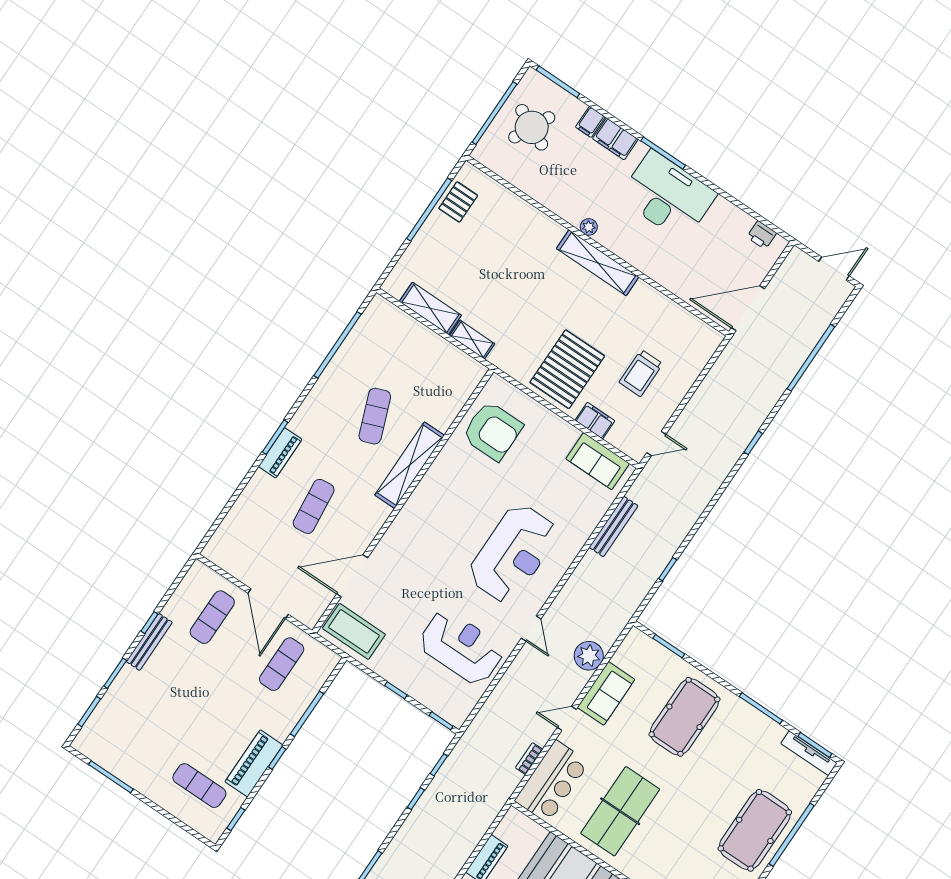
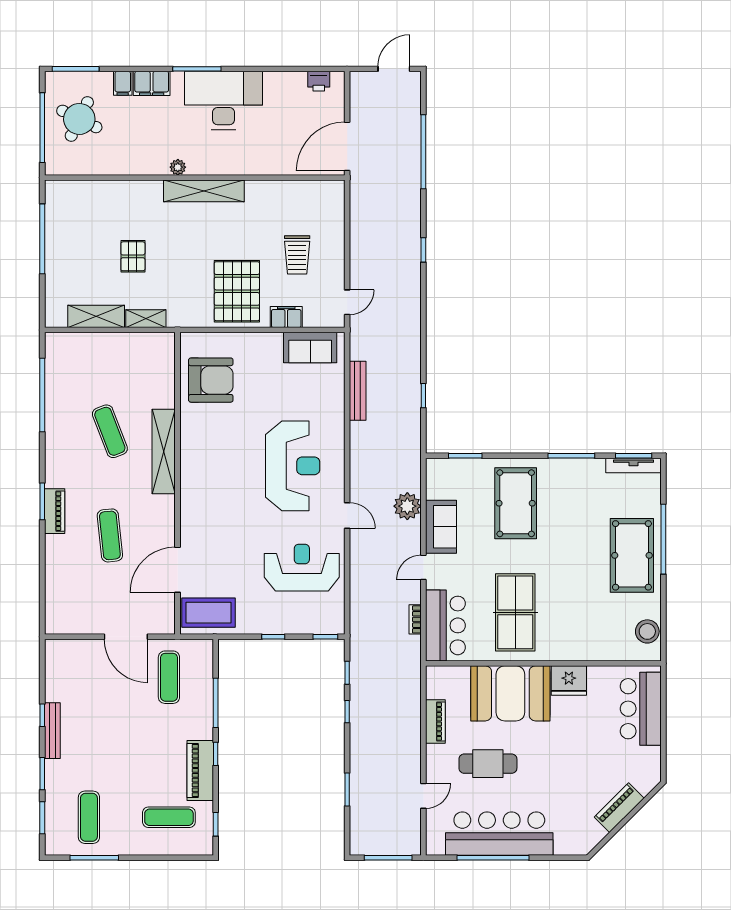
pallet: (458, 202) -> (133, 256), moved
exercise mat: (212, 617) -> (89, 817), moved

